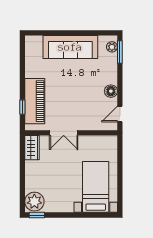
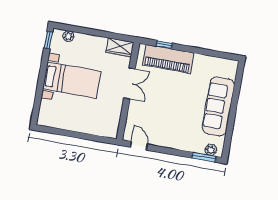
floor lamp: (111, 91) -> (165, 141), removed
double door: (64, 133) -> (129, 83), swing flipped
bed with nightstands: (96, 187) -> (72, 80), moved
plant: (34, 202) -> (68, 36), width x0.53, depth x0.53

